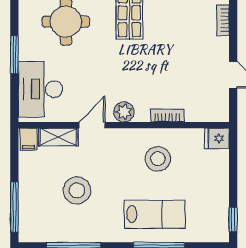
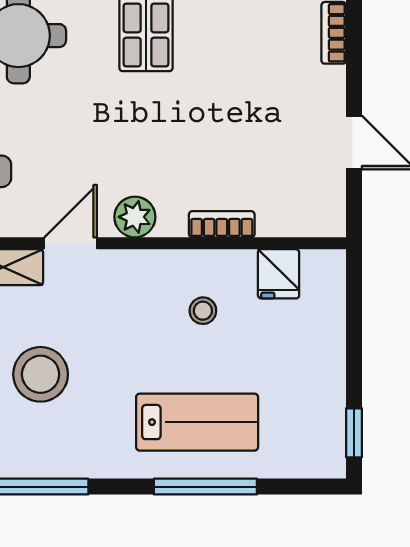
fridge: (217, 138) -> (279, 274), moved, turned -90
stool: (158, 159) -> (203, 311), width x0.53, depth x0.53

